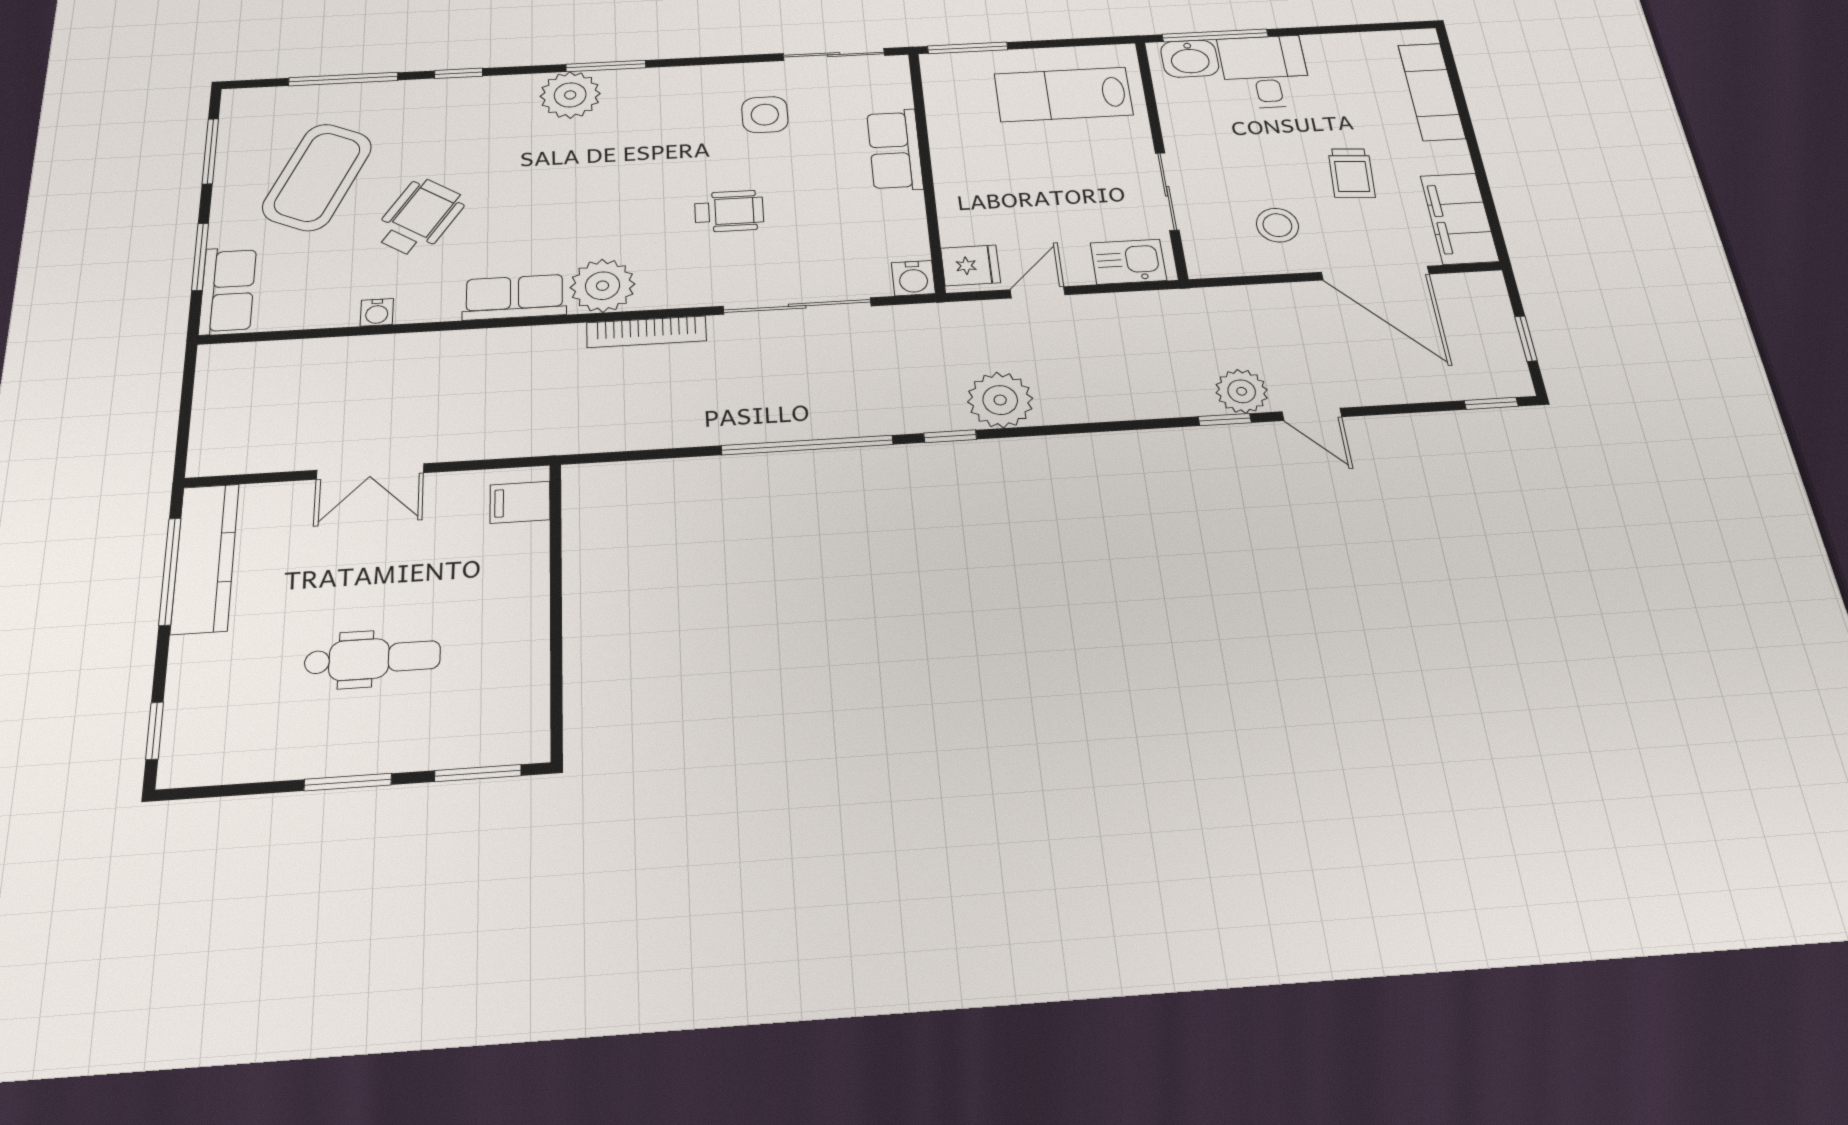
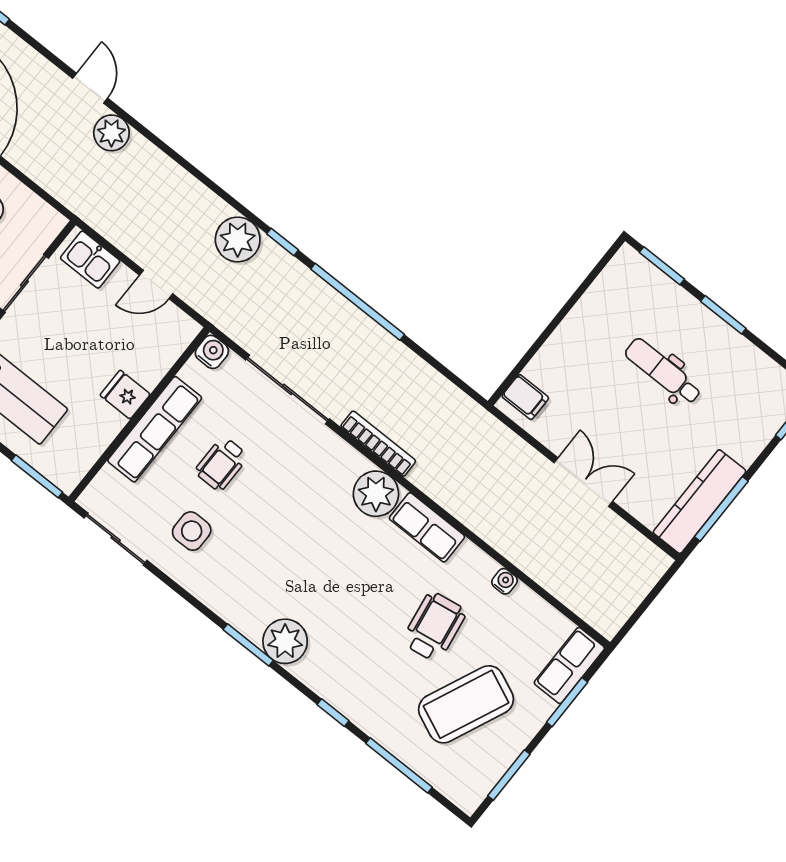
row of seats: (895, 150) -> (155, 429), width x1.48
wheelchair: (729, 211) -> (221, 464), moved, turned -90
wheelchair: (419, 217) -> (434, 627), turned 138
fridge: (971, 265) -> (125, 395), moved
window: (1225, 420) -> (137, 126), removed

